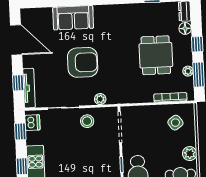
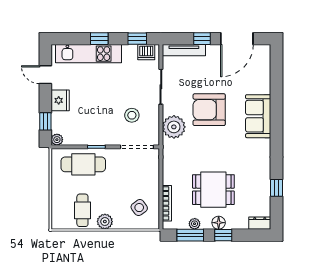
sofa: (73, 18) -> (258, 116), moved
floor lamp: (185, 28) -> (219, 223), moved
armchair: (83, 62) -> (209, 110), turned 90
window: (18, 83) -> (202, 39), moved
plant: (100, 99) -> (174, 127), width x1.87, depth x1.87
stool: (87, 121) -> (132, 115), moved

